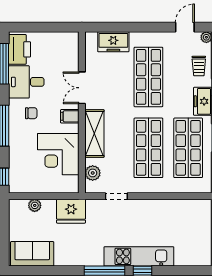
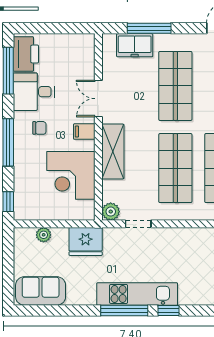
window: (126, 27) -> (149, 28), added
plant: (93, 173) -> (111, 212), moved
kitchen unit: (139, 256) -> (137, 294), moved

